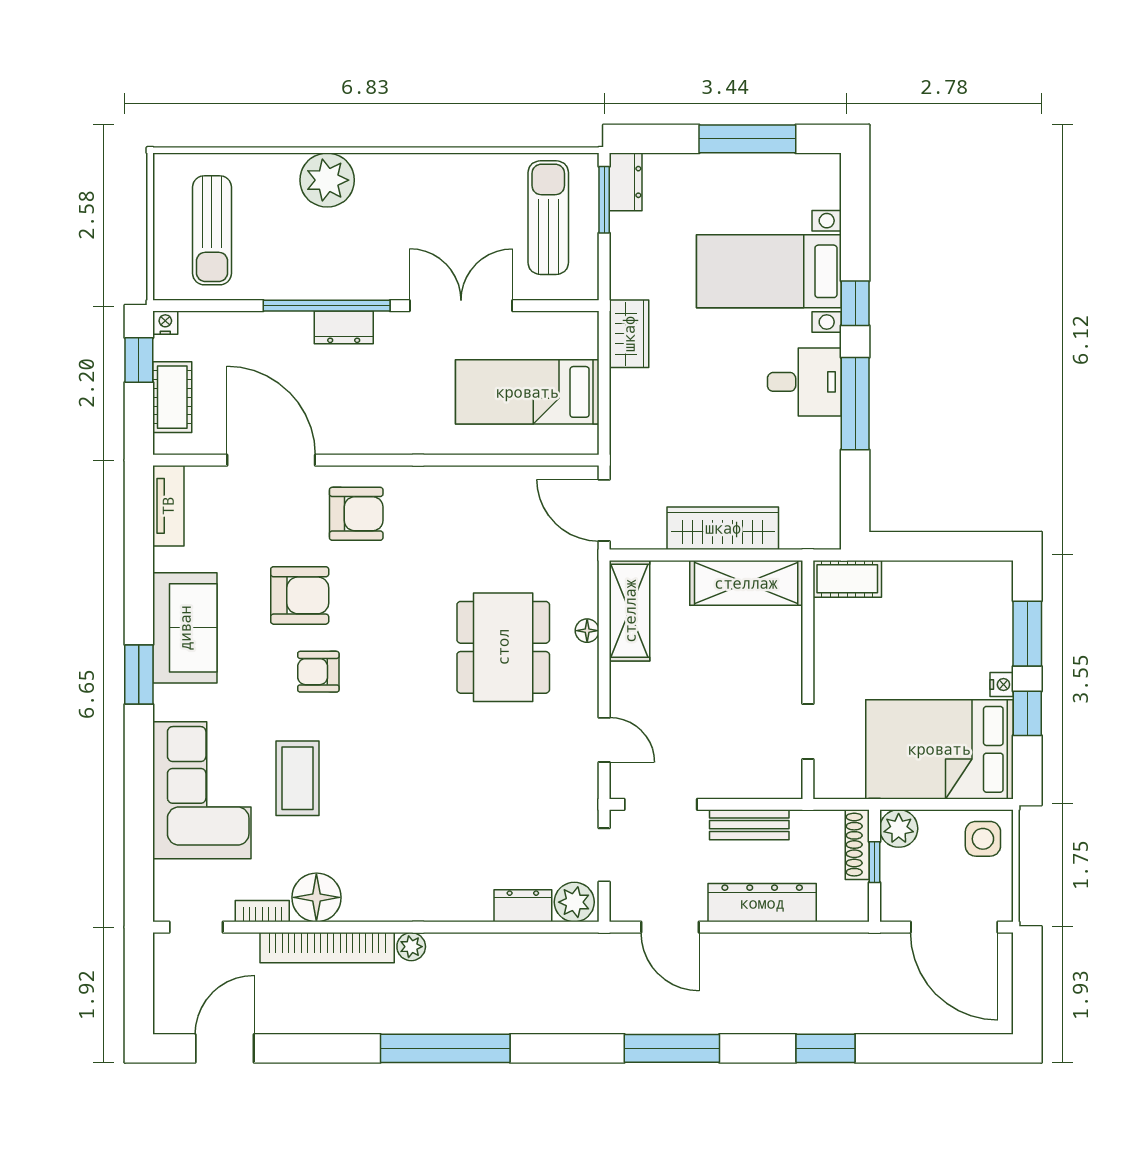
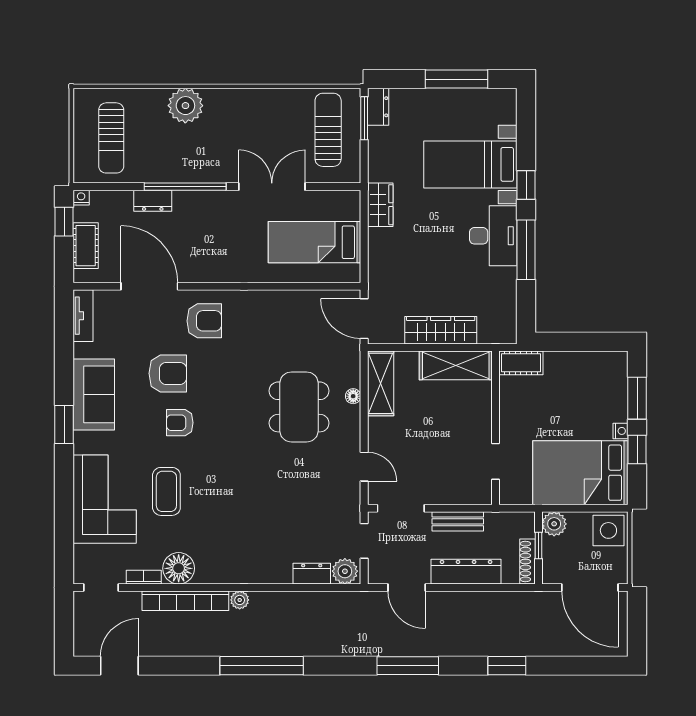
dresser: (344, 327) -> (153, 201), moved
desk: (804, 382) -> (493, 236), width x1.37
side table: (983, 839) -> (608, 530), width x1.37, depth x1.37
shoe rack: (857, 845) -> (527, 562), moved

